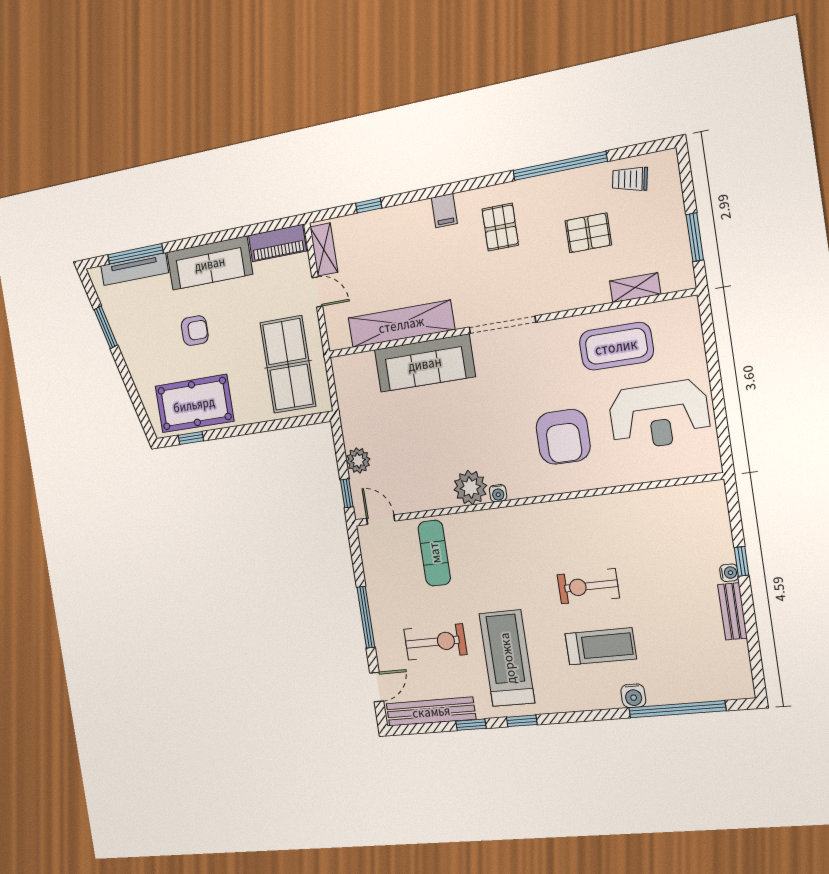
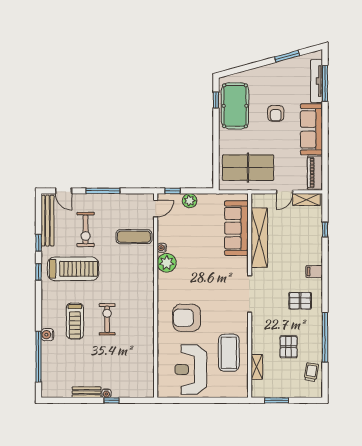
sofa: (425, 363) -> (236, 228), moved
water cooler: (498, 493) -> (162, 248), moved

